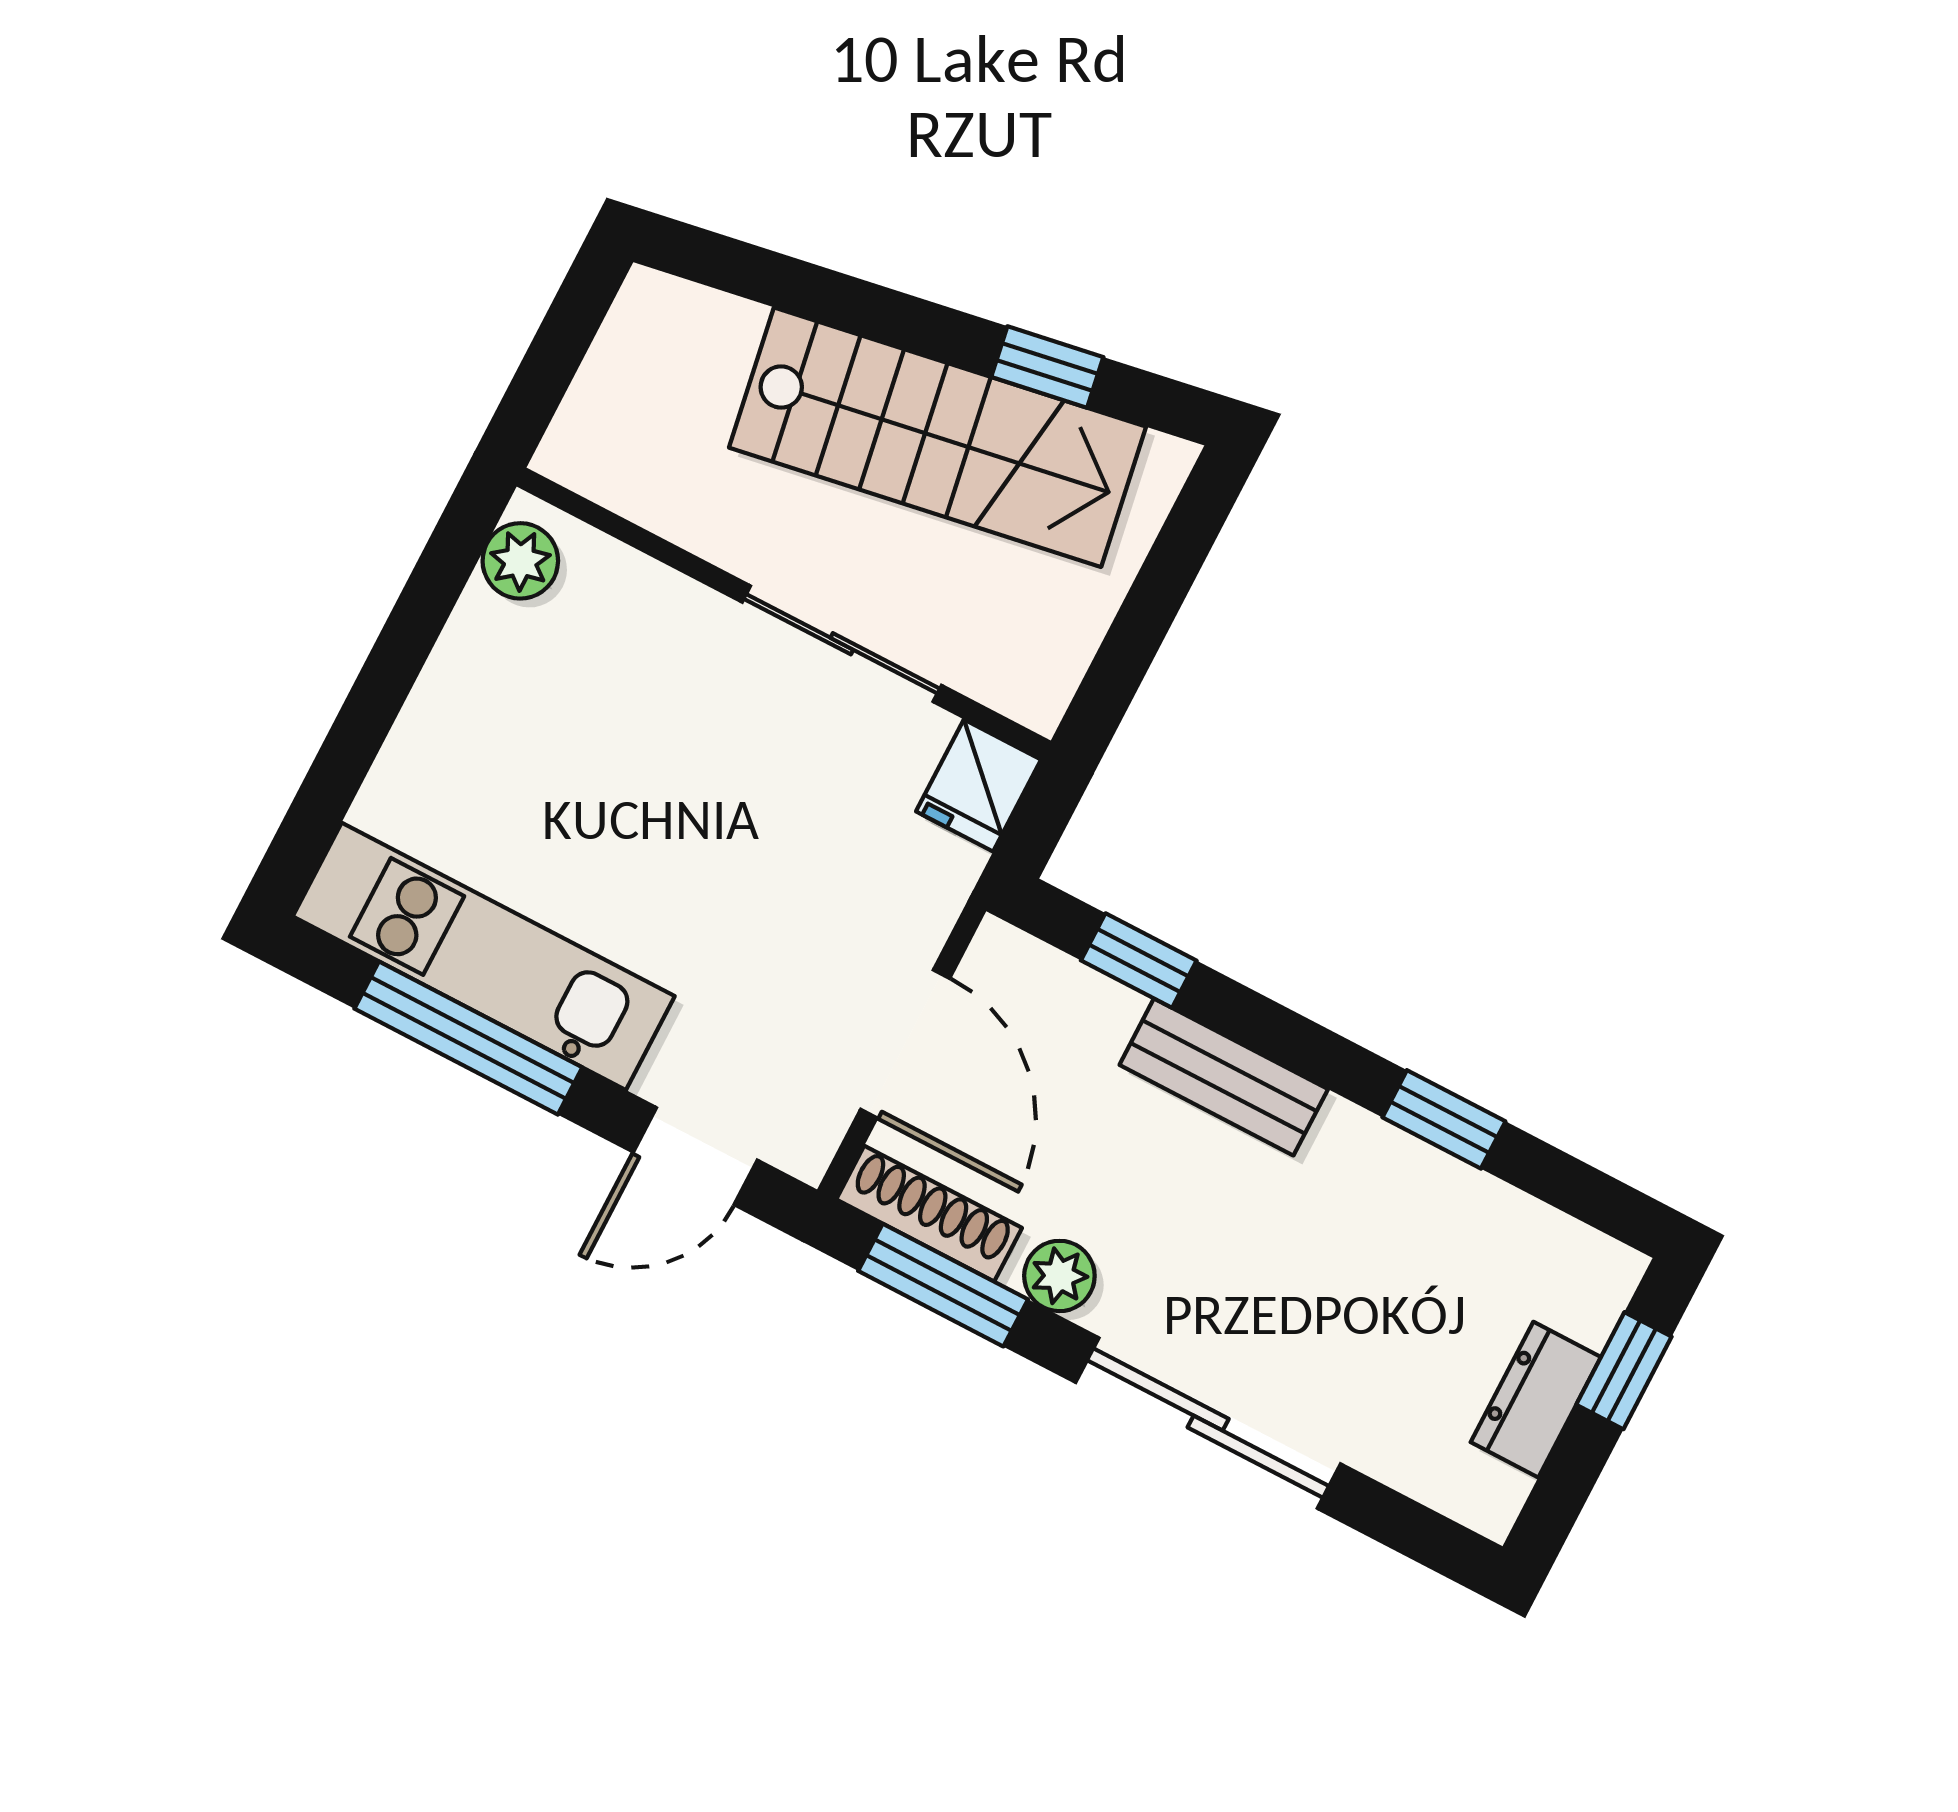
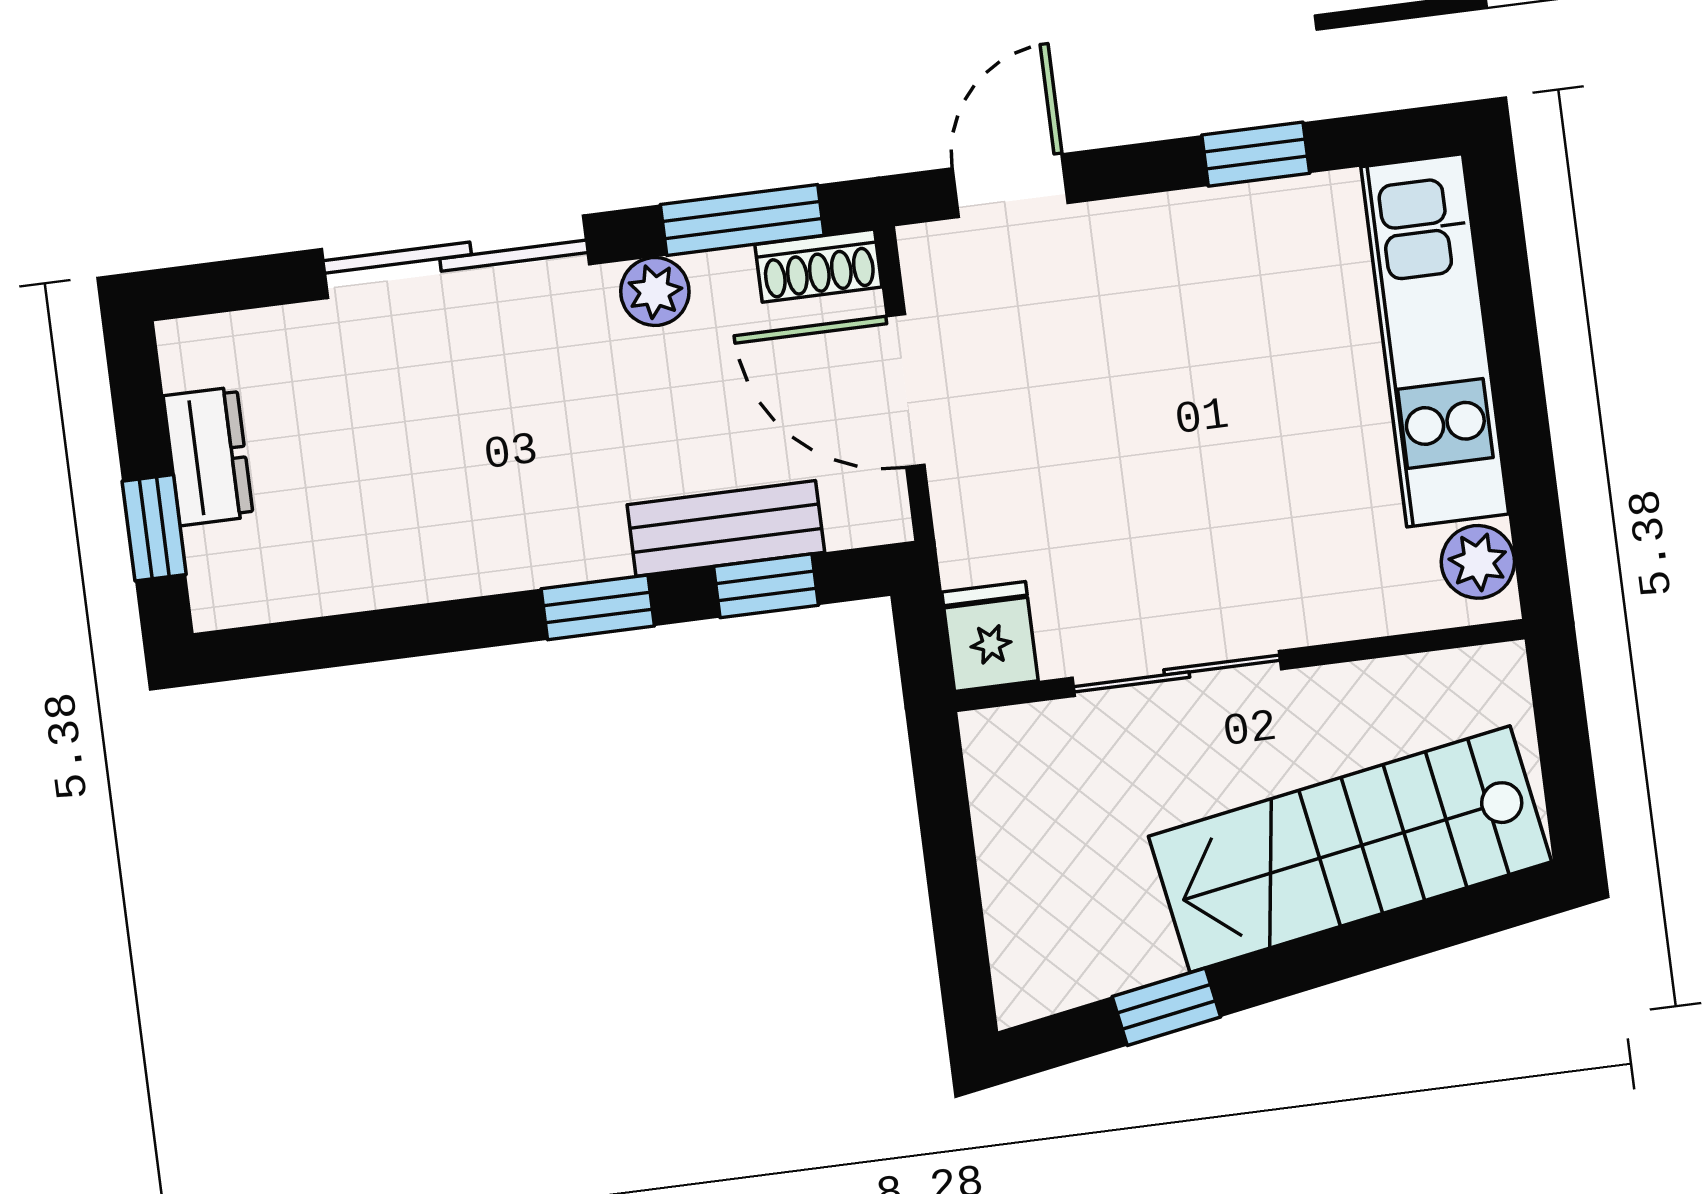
stairs: (937, 437) -> (1350, 849), moved
kitchen unit: (484, 956) -> (1435, 340), moved, turned 90
window: (468, 1038) -> (1256, 154), width x0.46
bench: (1224, 1077) -> (726, 528), moved
window: (1444, 1119) -> (598, 607), moved
shoe rack: (929, 1214) -> (818, 266), width x0.70

